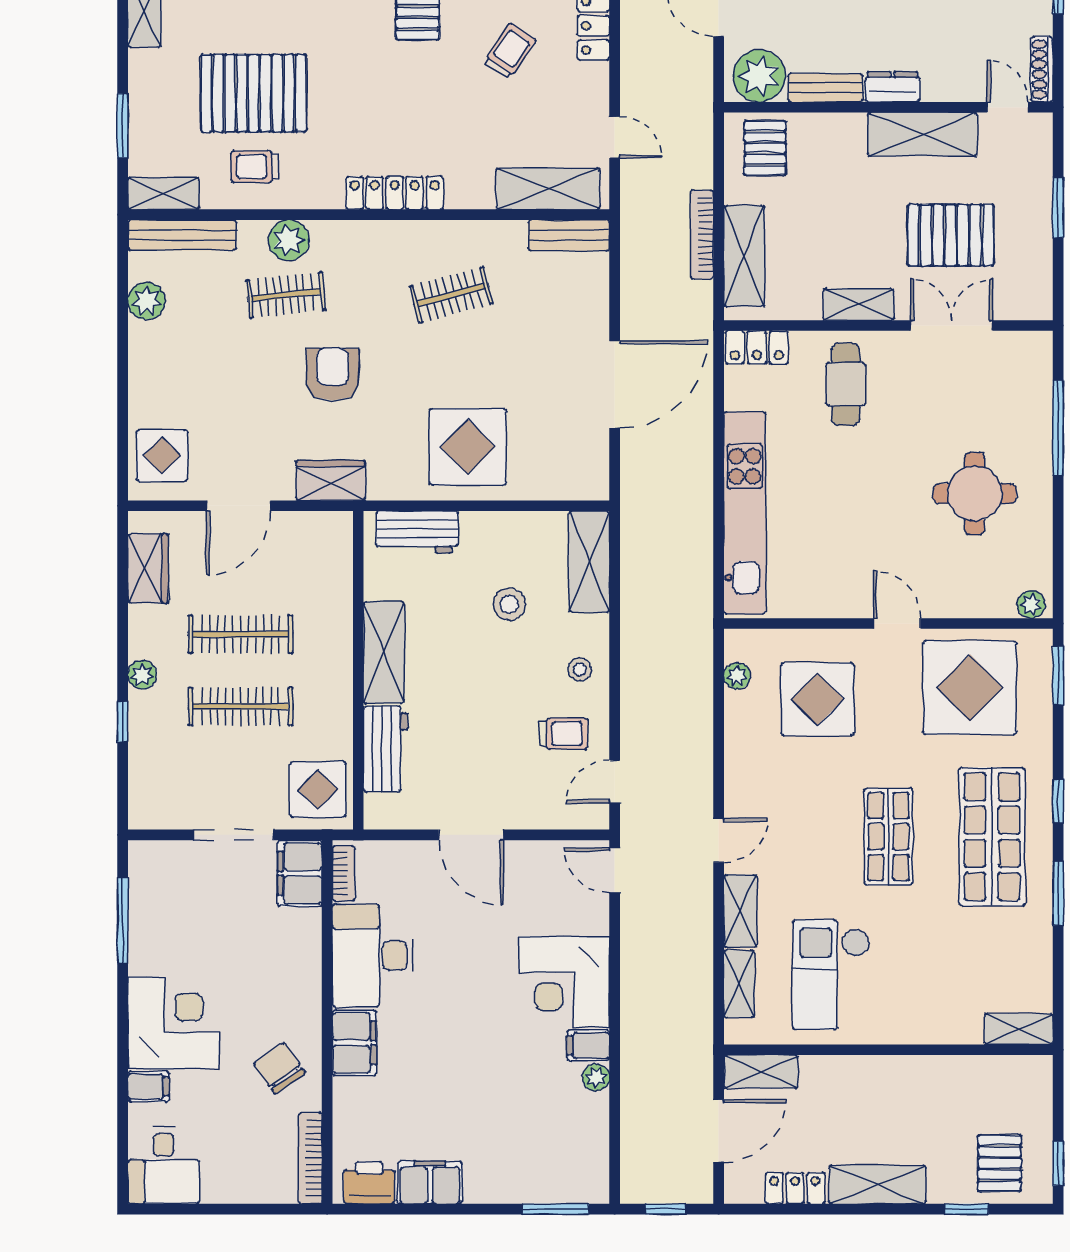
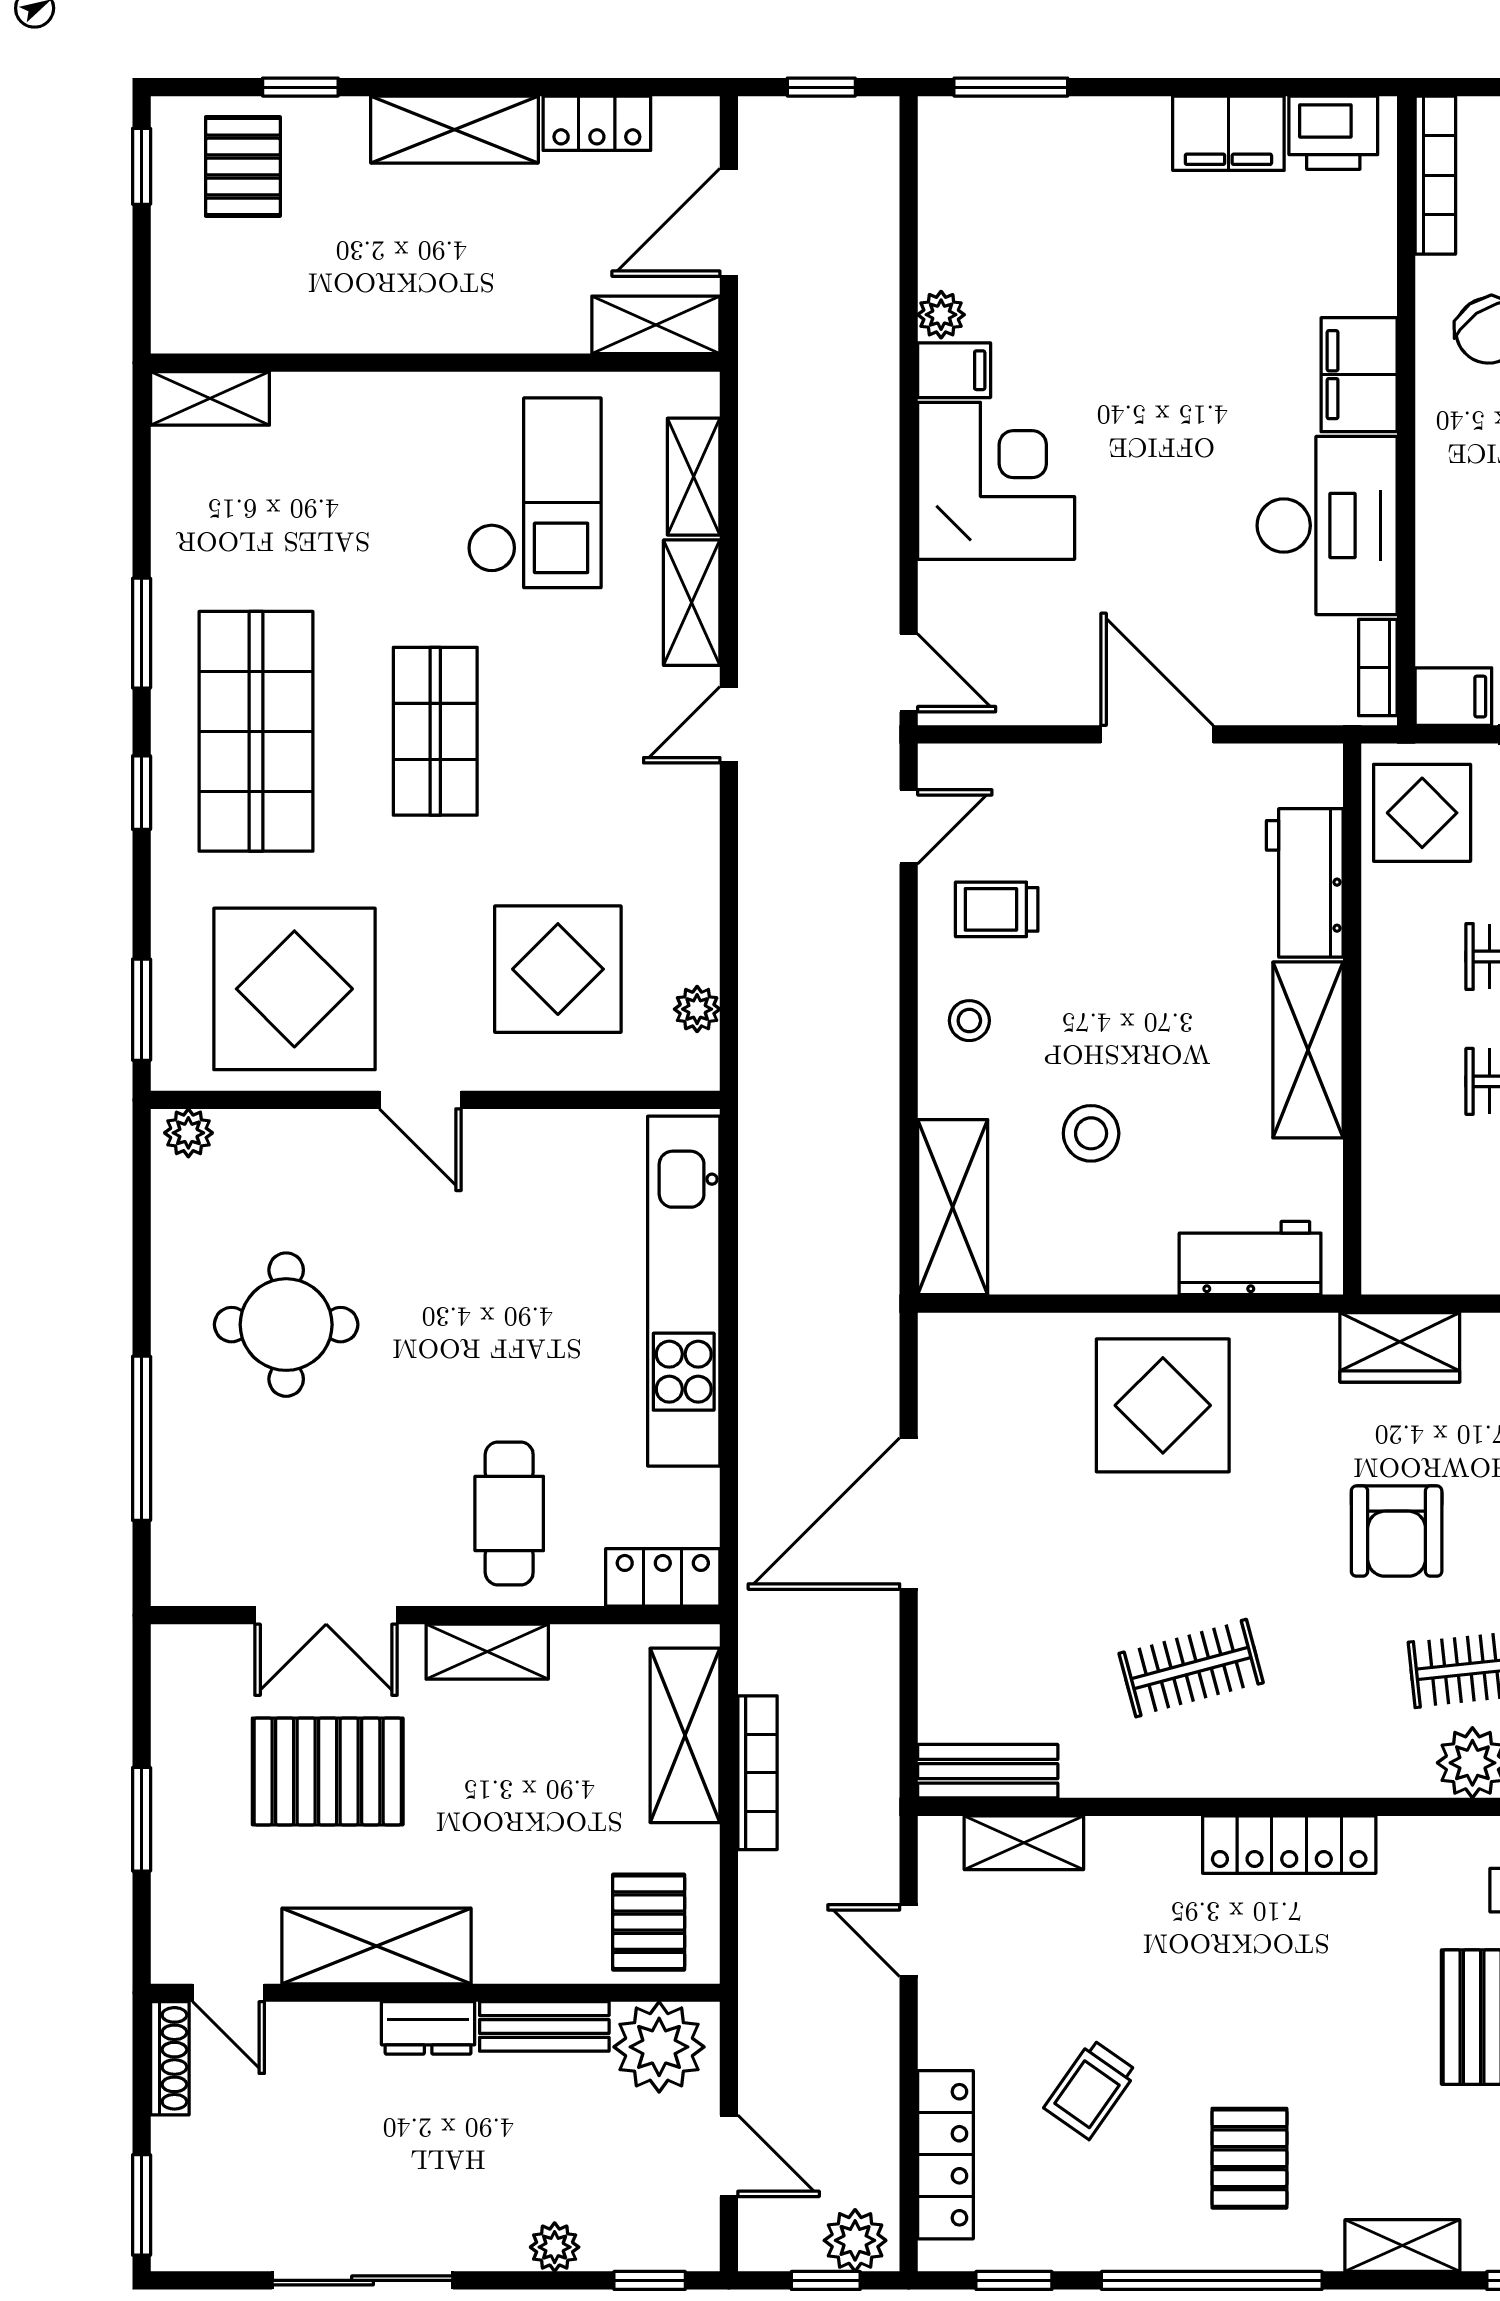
shelving: (548, 189) -> (1024, 1843), width x0.67, depth x0.75
filing cabinet: (300, 873) -> (1453, 697), width x0.50

